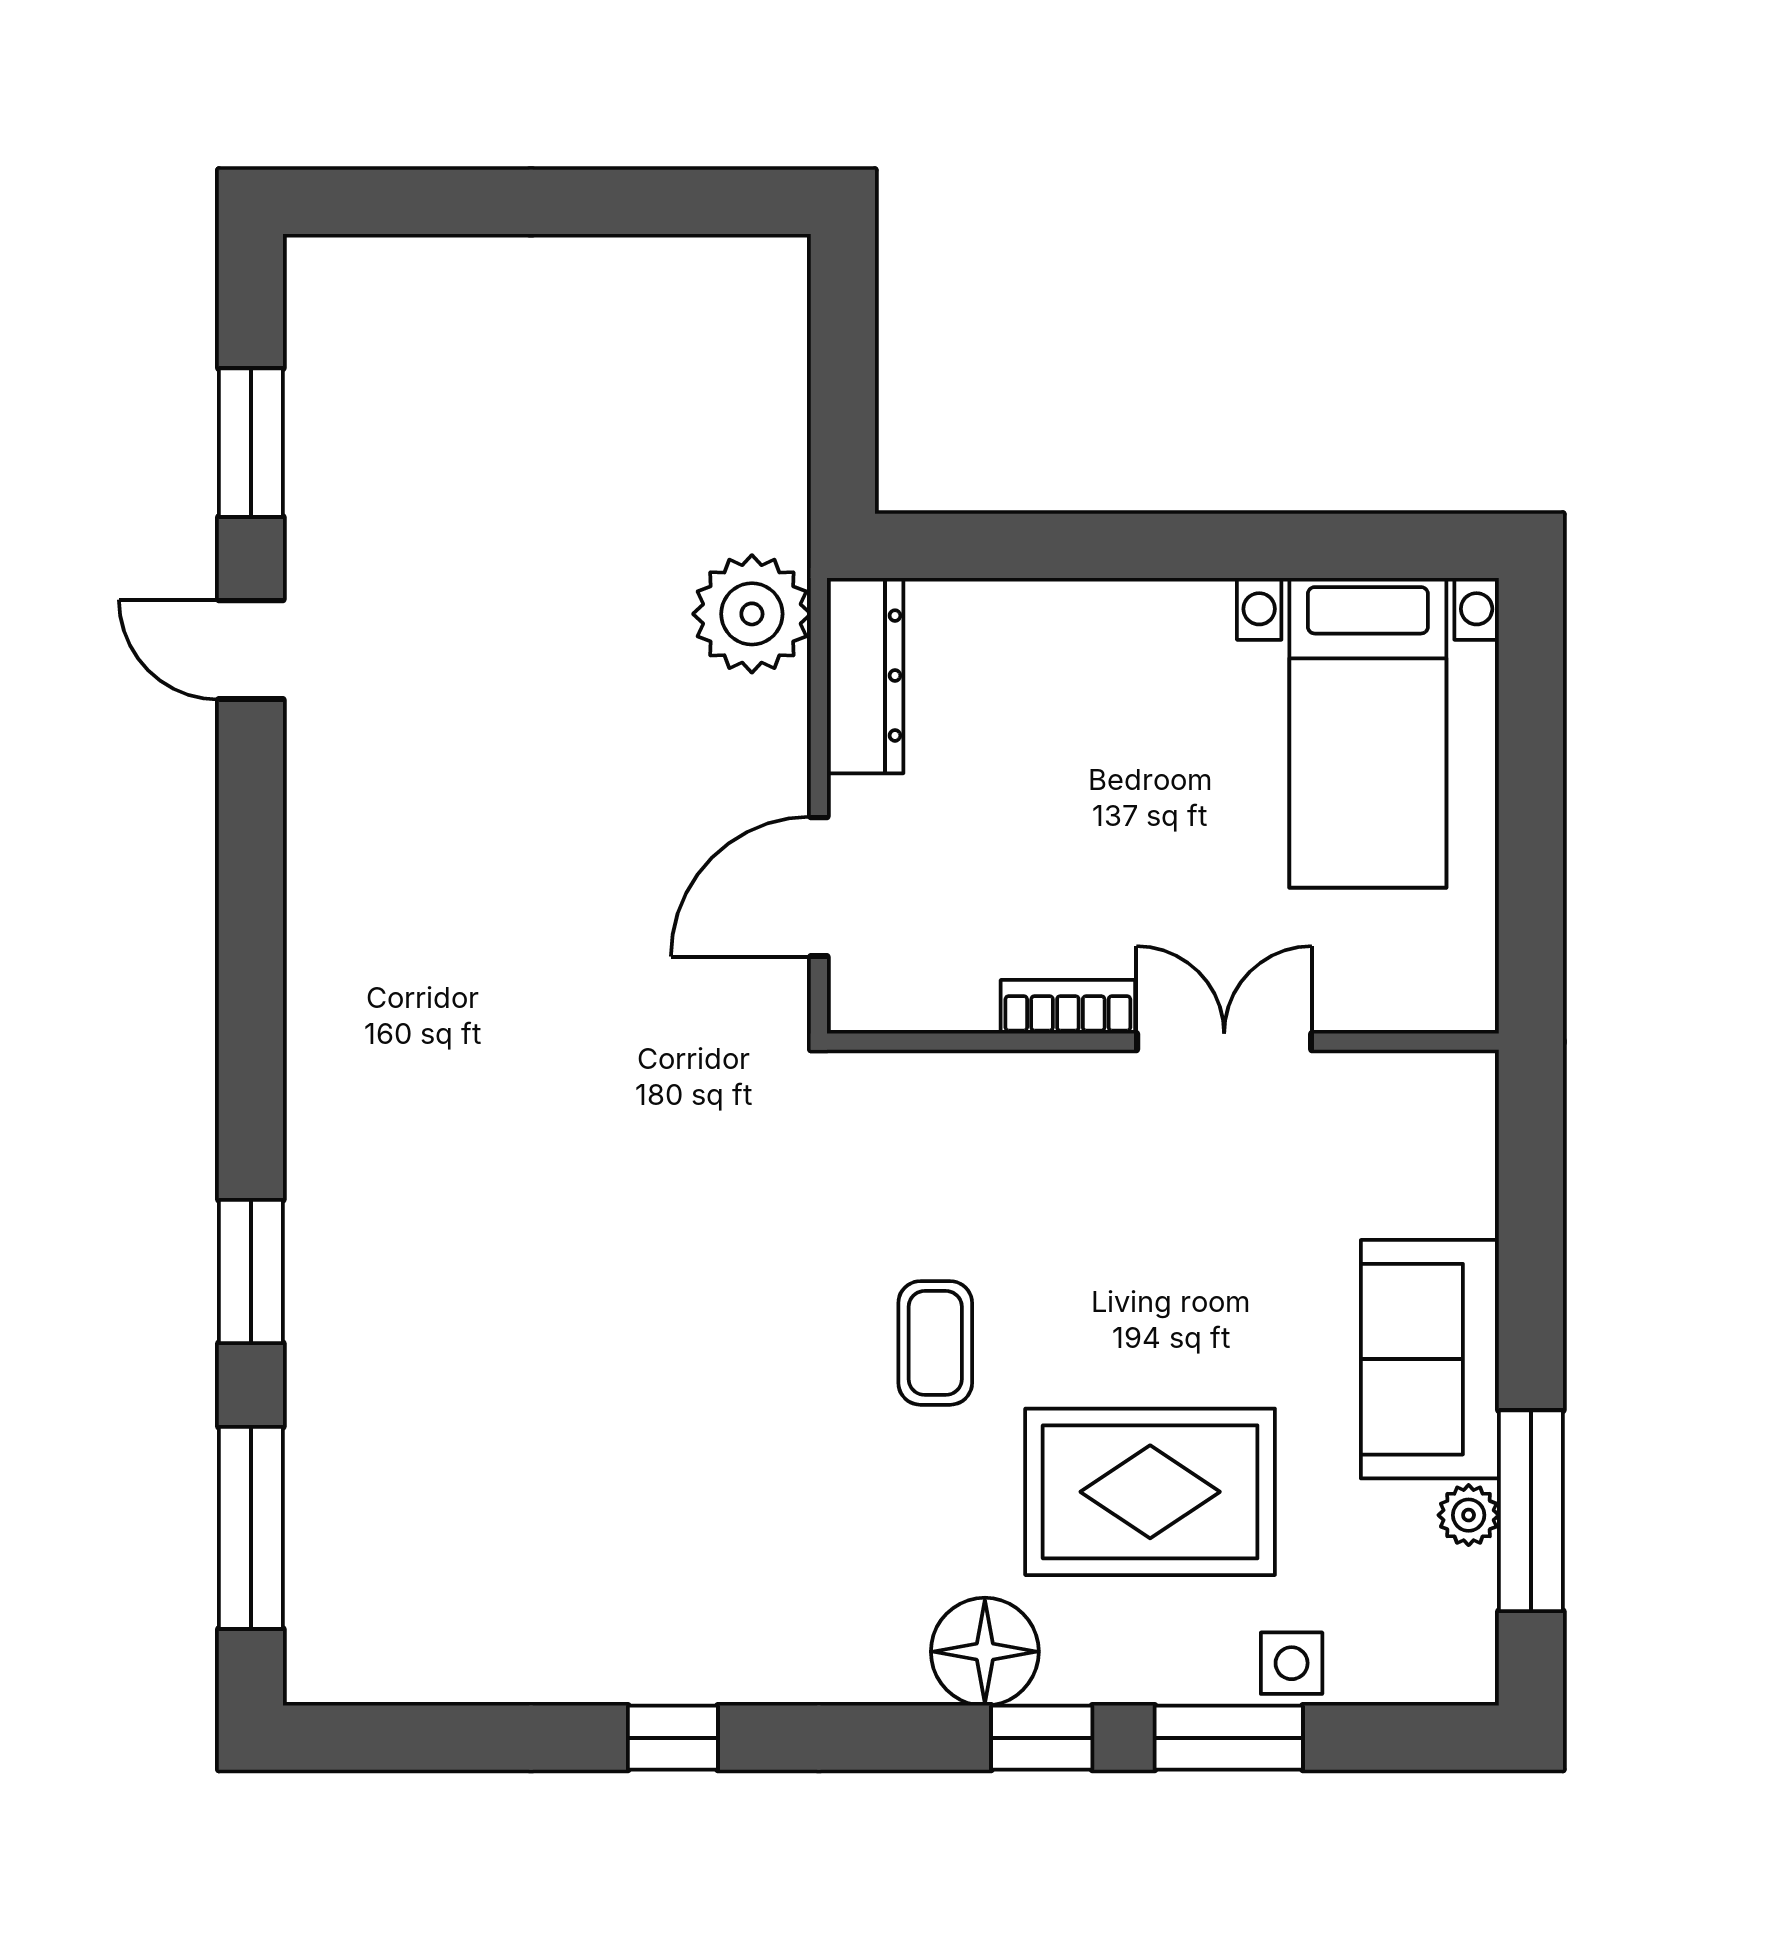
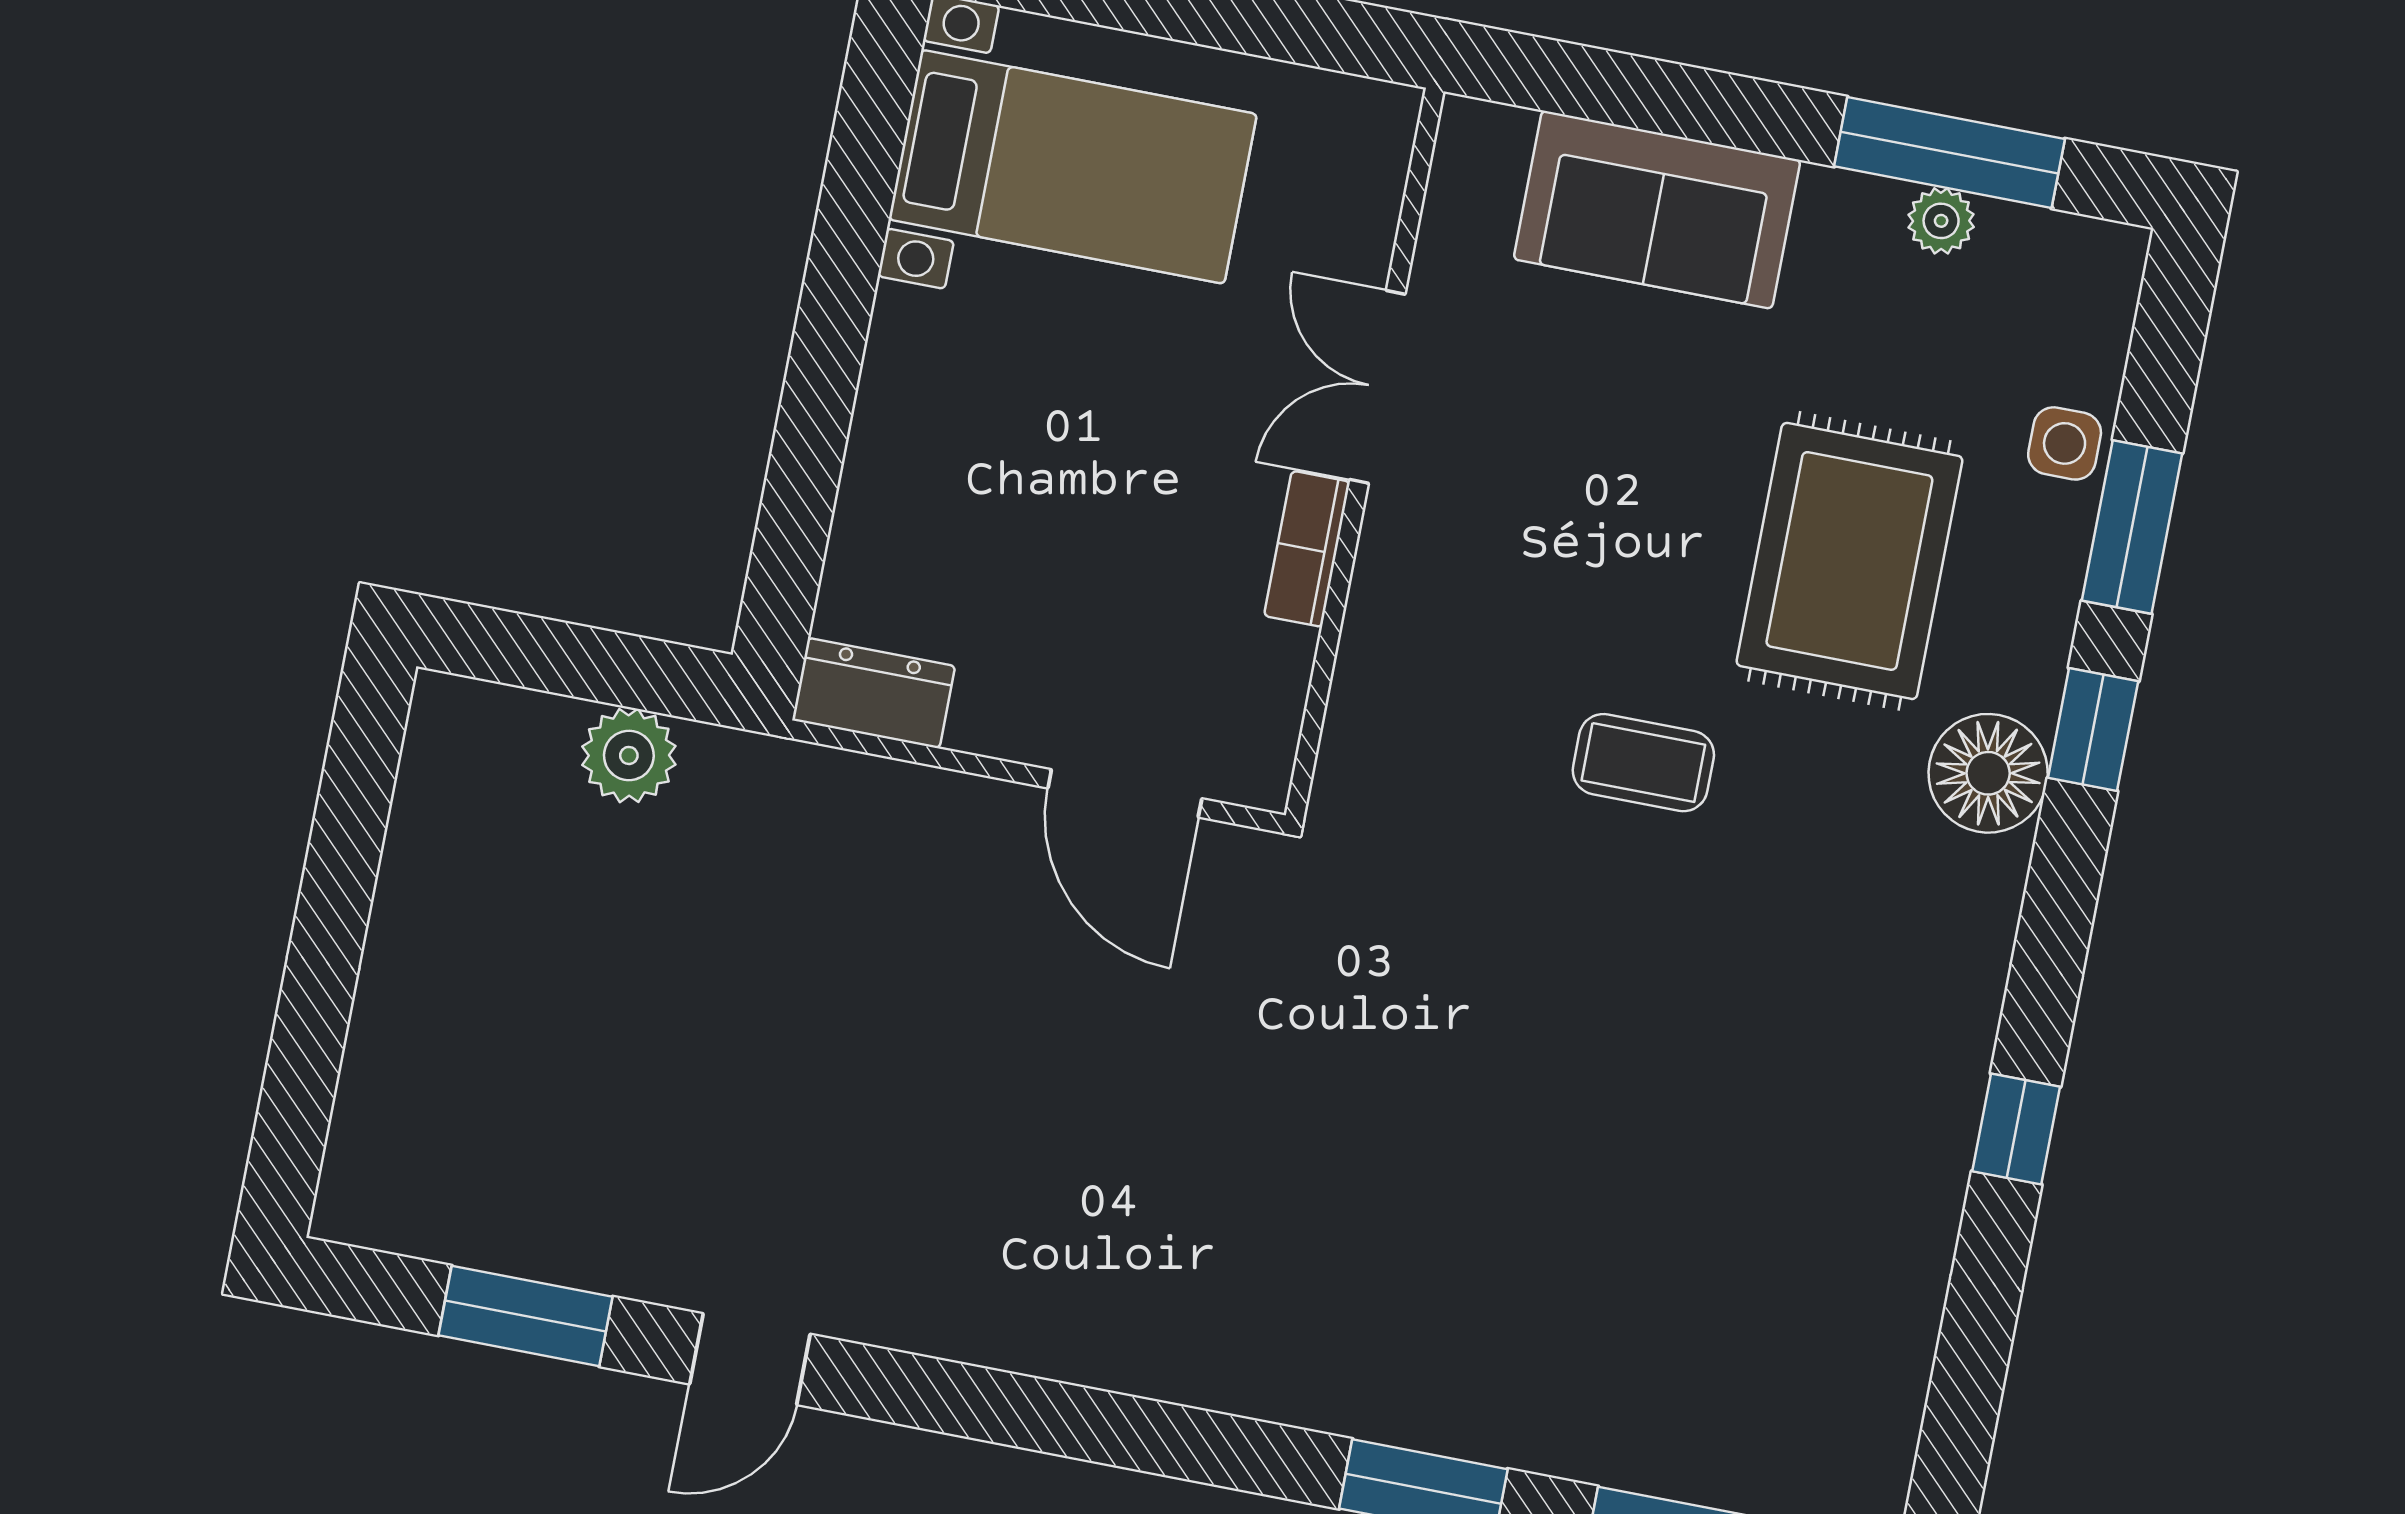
plant: (752, 614) -> (629, 755), moved, width x0.73, depth x0.73
dresser: (865, 676) -> (874, 693), width x0.70
sofa: (1430, 1359) -> (1657, 210), moved

